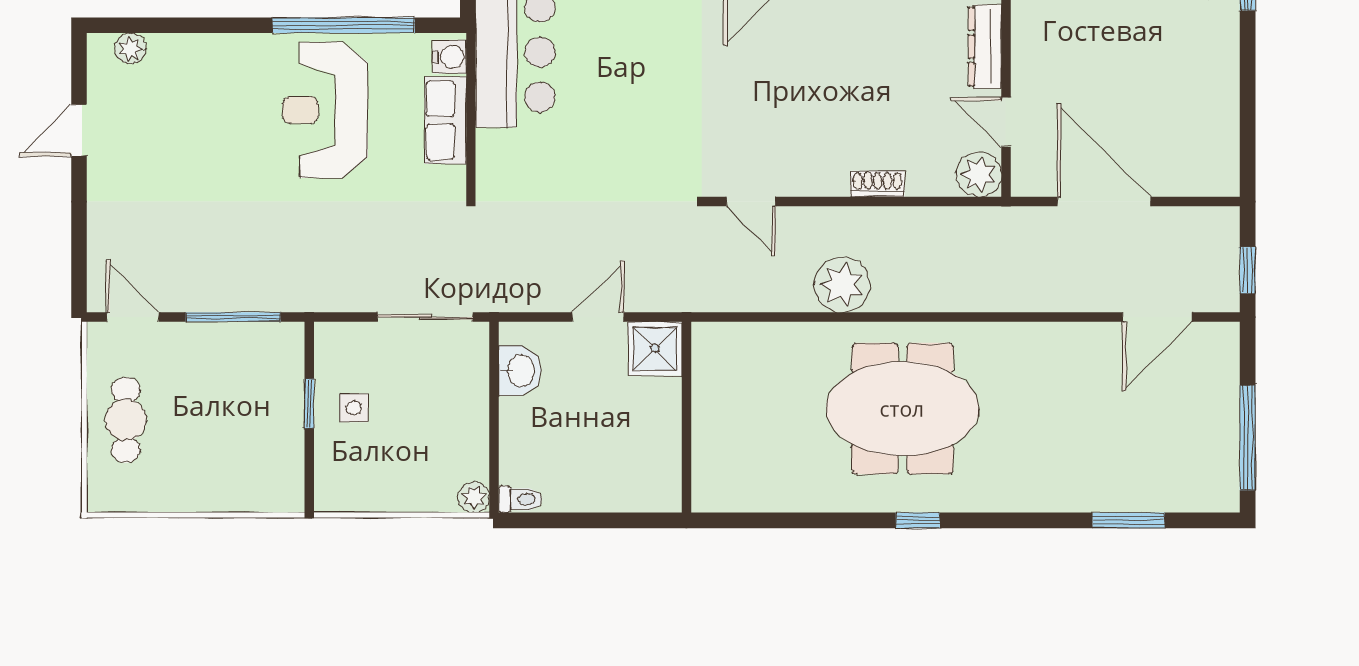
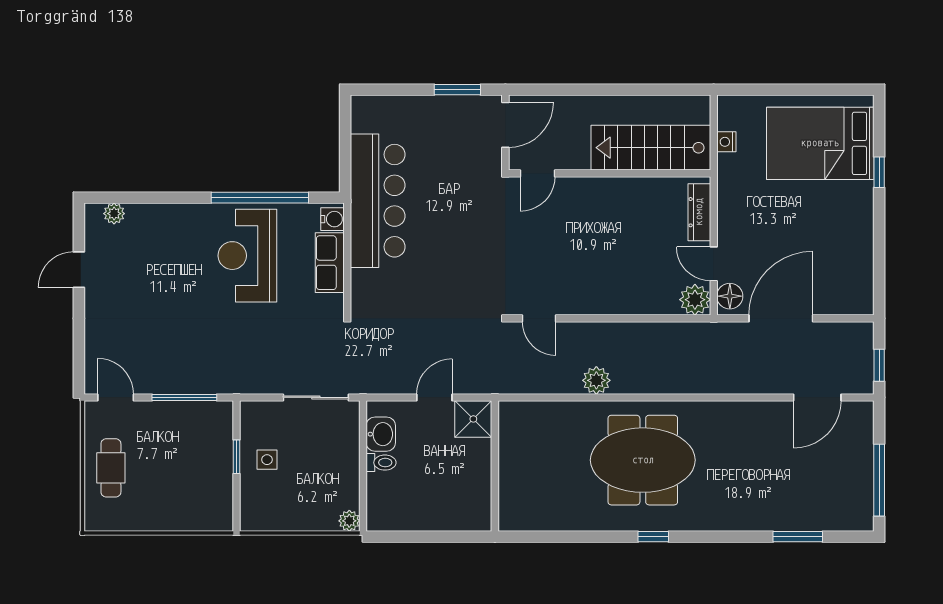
floor lamp: (1029, 169) -> (730, 296), added
shoe rack: (878, 184) -> (626, 306), removed
door: (1104, 202) -> (781, 318), hinge flipped
plant: (842, 285) -> (596, 380), width x0.73, depth x0.73
toilet: (520, 499) -> (381, 463), moved

